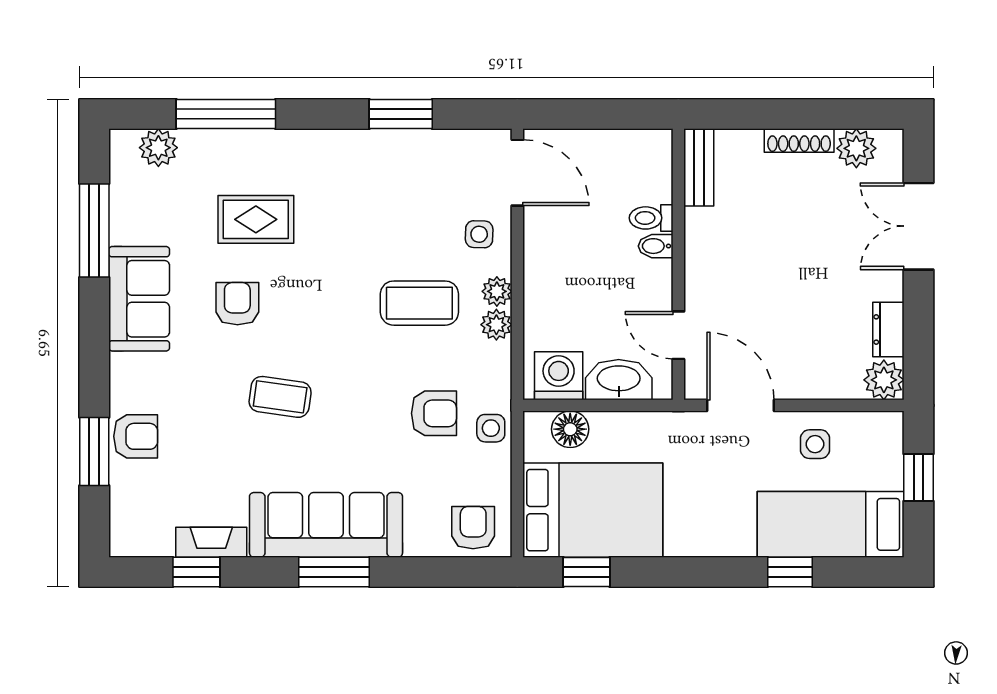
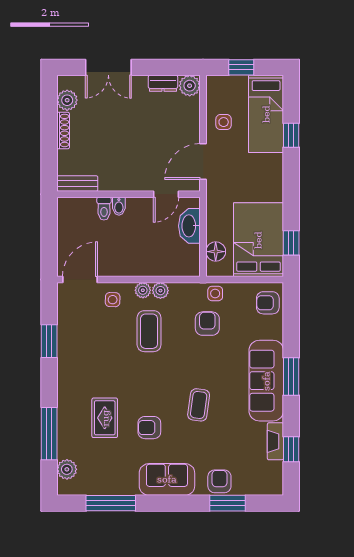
sofa: (139, 299) -> (167, 479), moved
washing machine: (559, 376) -> (187, 258), removed

